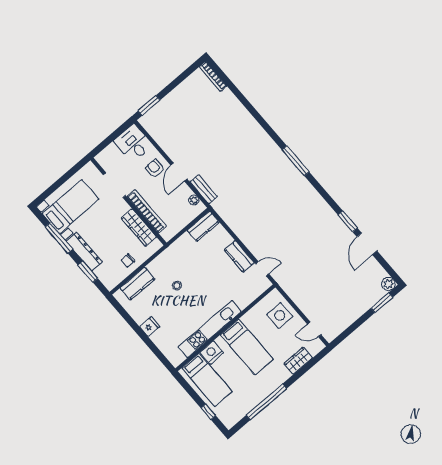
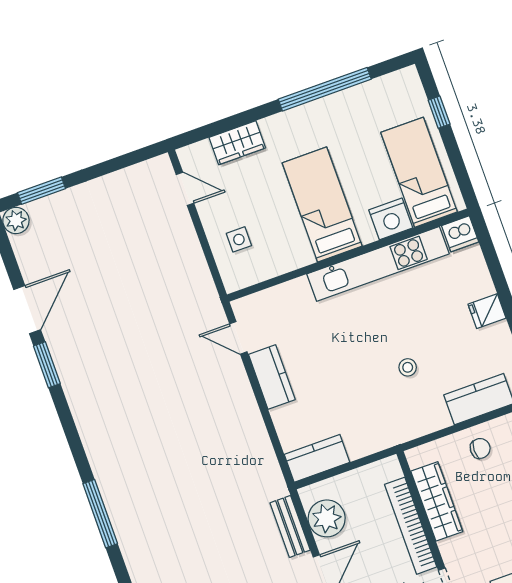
plant: (194, 200) -> (327, 518), width x1.88, depth x1.88
side table: (280, 315) -> (239, 239), width x0.54, depth x0.54
dishwasher: (176, 358) -> (460, 234), added

